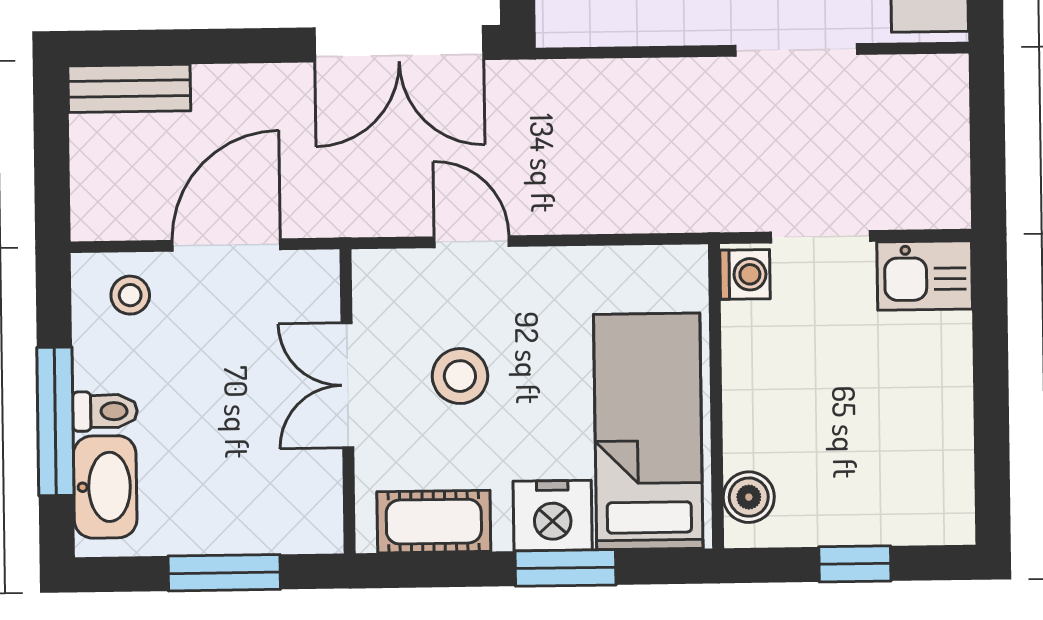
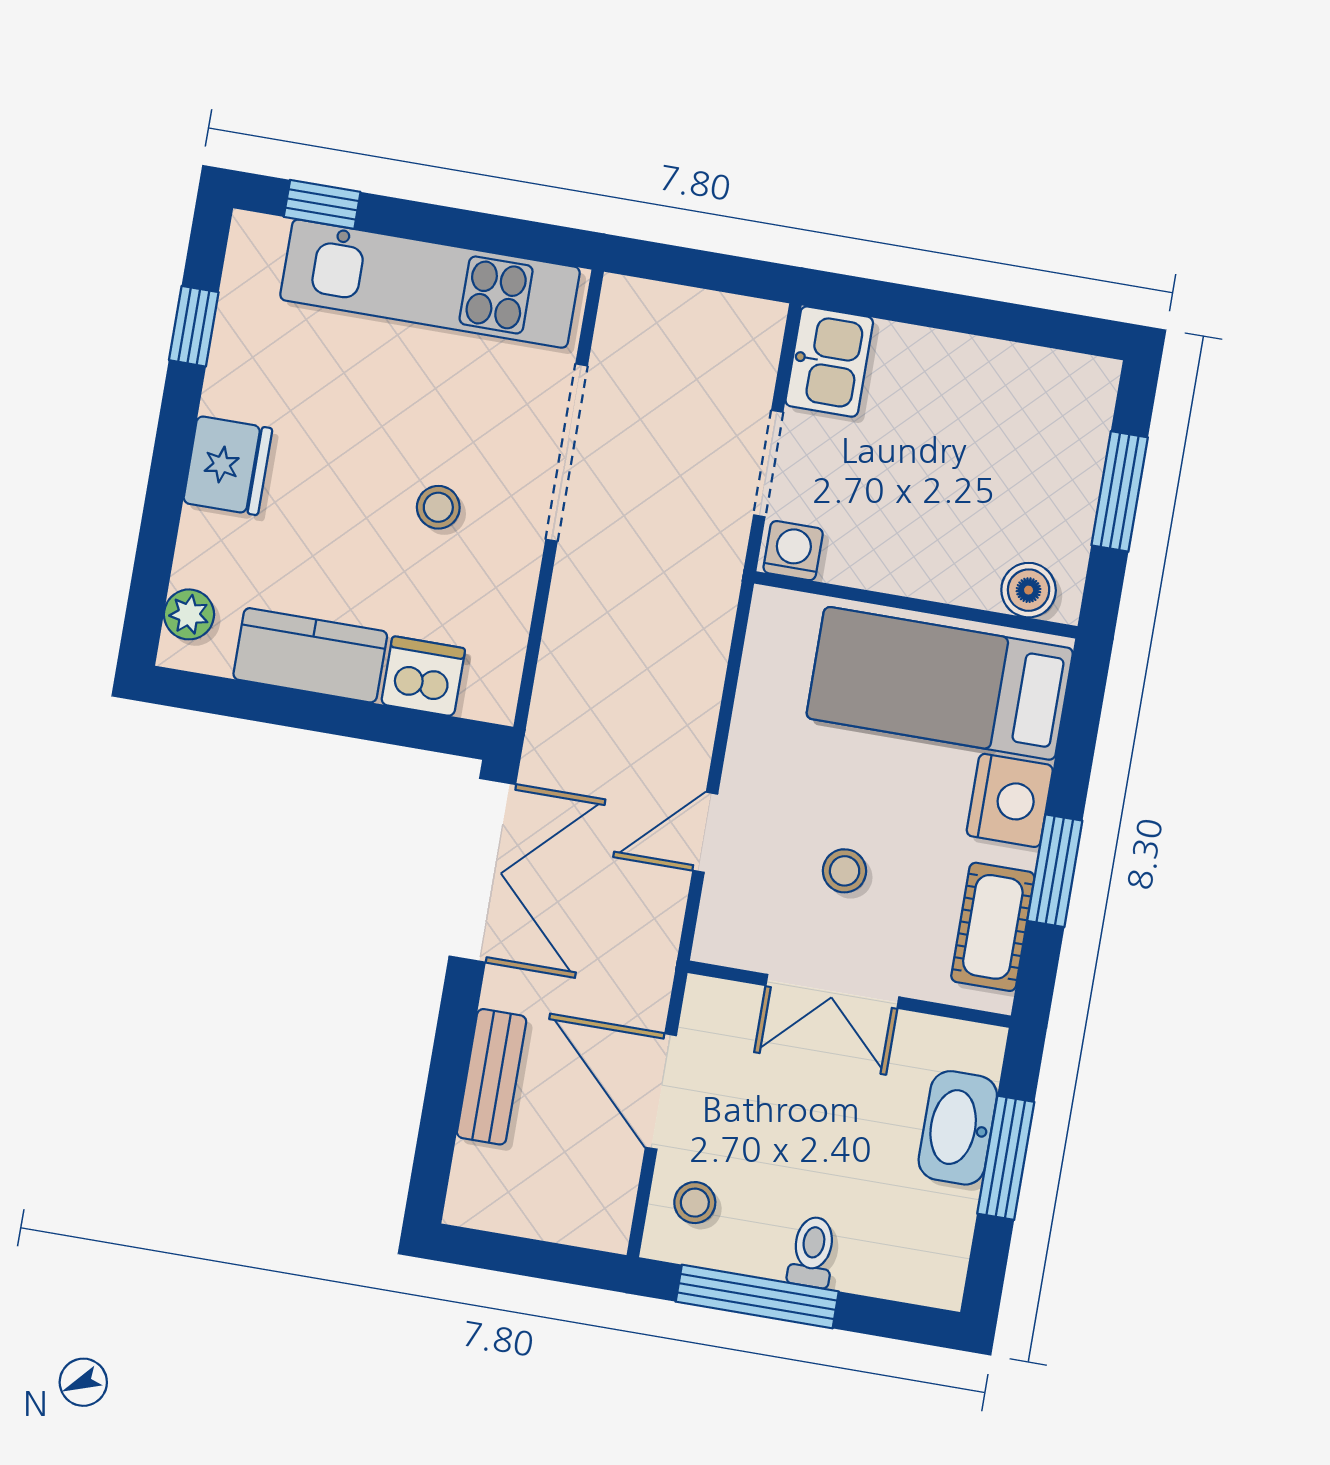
doorway: (796, 50) -> (567, 453), width x1.36
bench: (129, 88) -> (492, 1077), moved
stool: (460, 376) -> (845, 871), width x0.73, depth x0.73
window: (55, 421) -> (757, 1297), moved
washbasin: (105, 487) -> (958, 1128), moved, turned -90
window: (855, 564) -> (1120, 491), width x1.50
window: (566, 568) -> (1055, 871), moved

